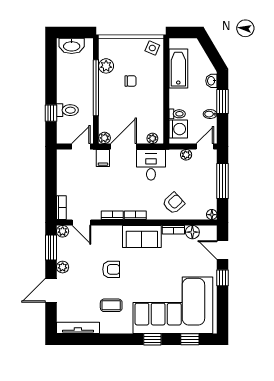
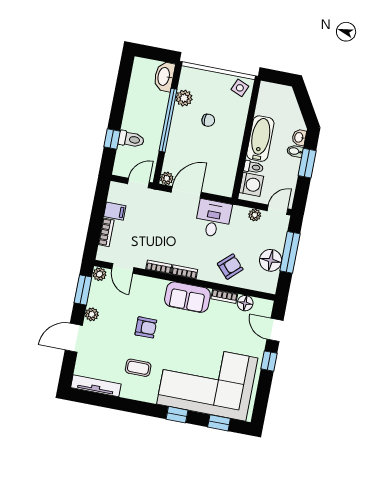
washbasin: (72, 46) -> (164, 77), moved, turned 90
bathtub: (178, 68) -> (260, 139), moved
bidet: (210, 114) -> (295, 151), moved
plant: (152, 138) -> (220, 189), removed
filing cabinet: (103, 158) -> (115, 211), moved, turned -90
bookcase: (61, 208) -> (106, 232), moved
floor lamp: (212, 215) -> (271, 260), moved, width x1.89, depth x1.89

